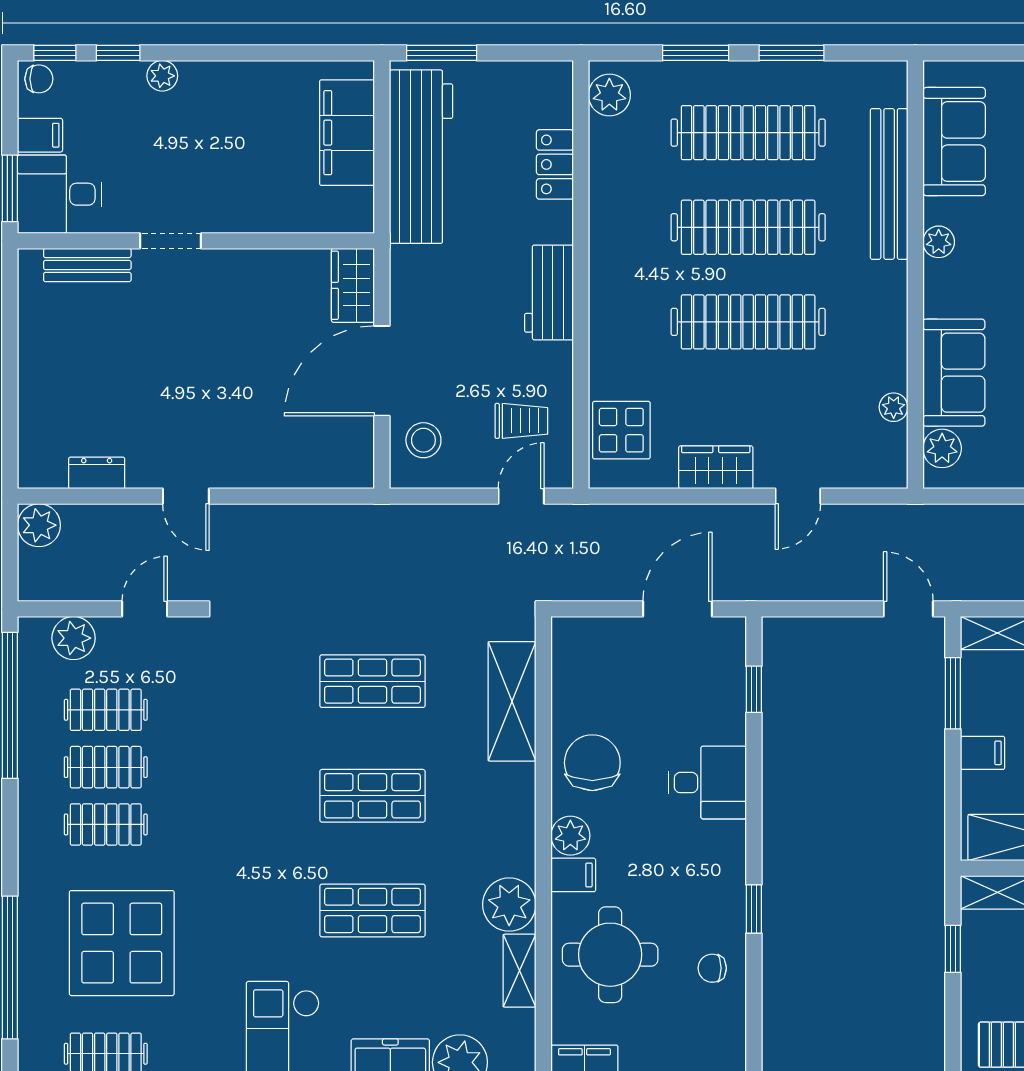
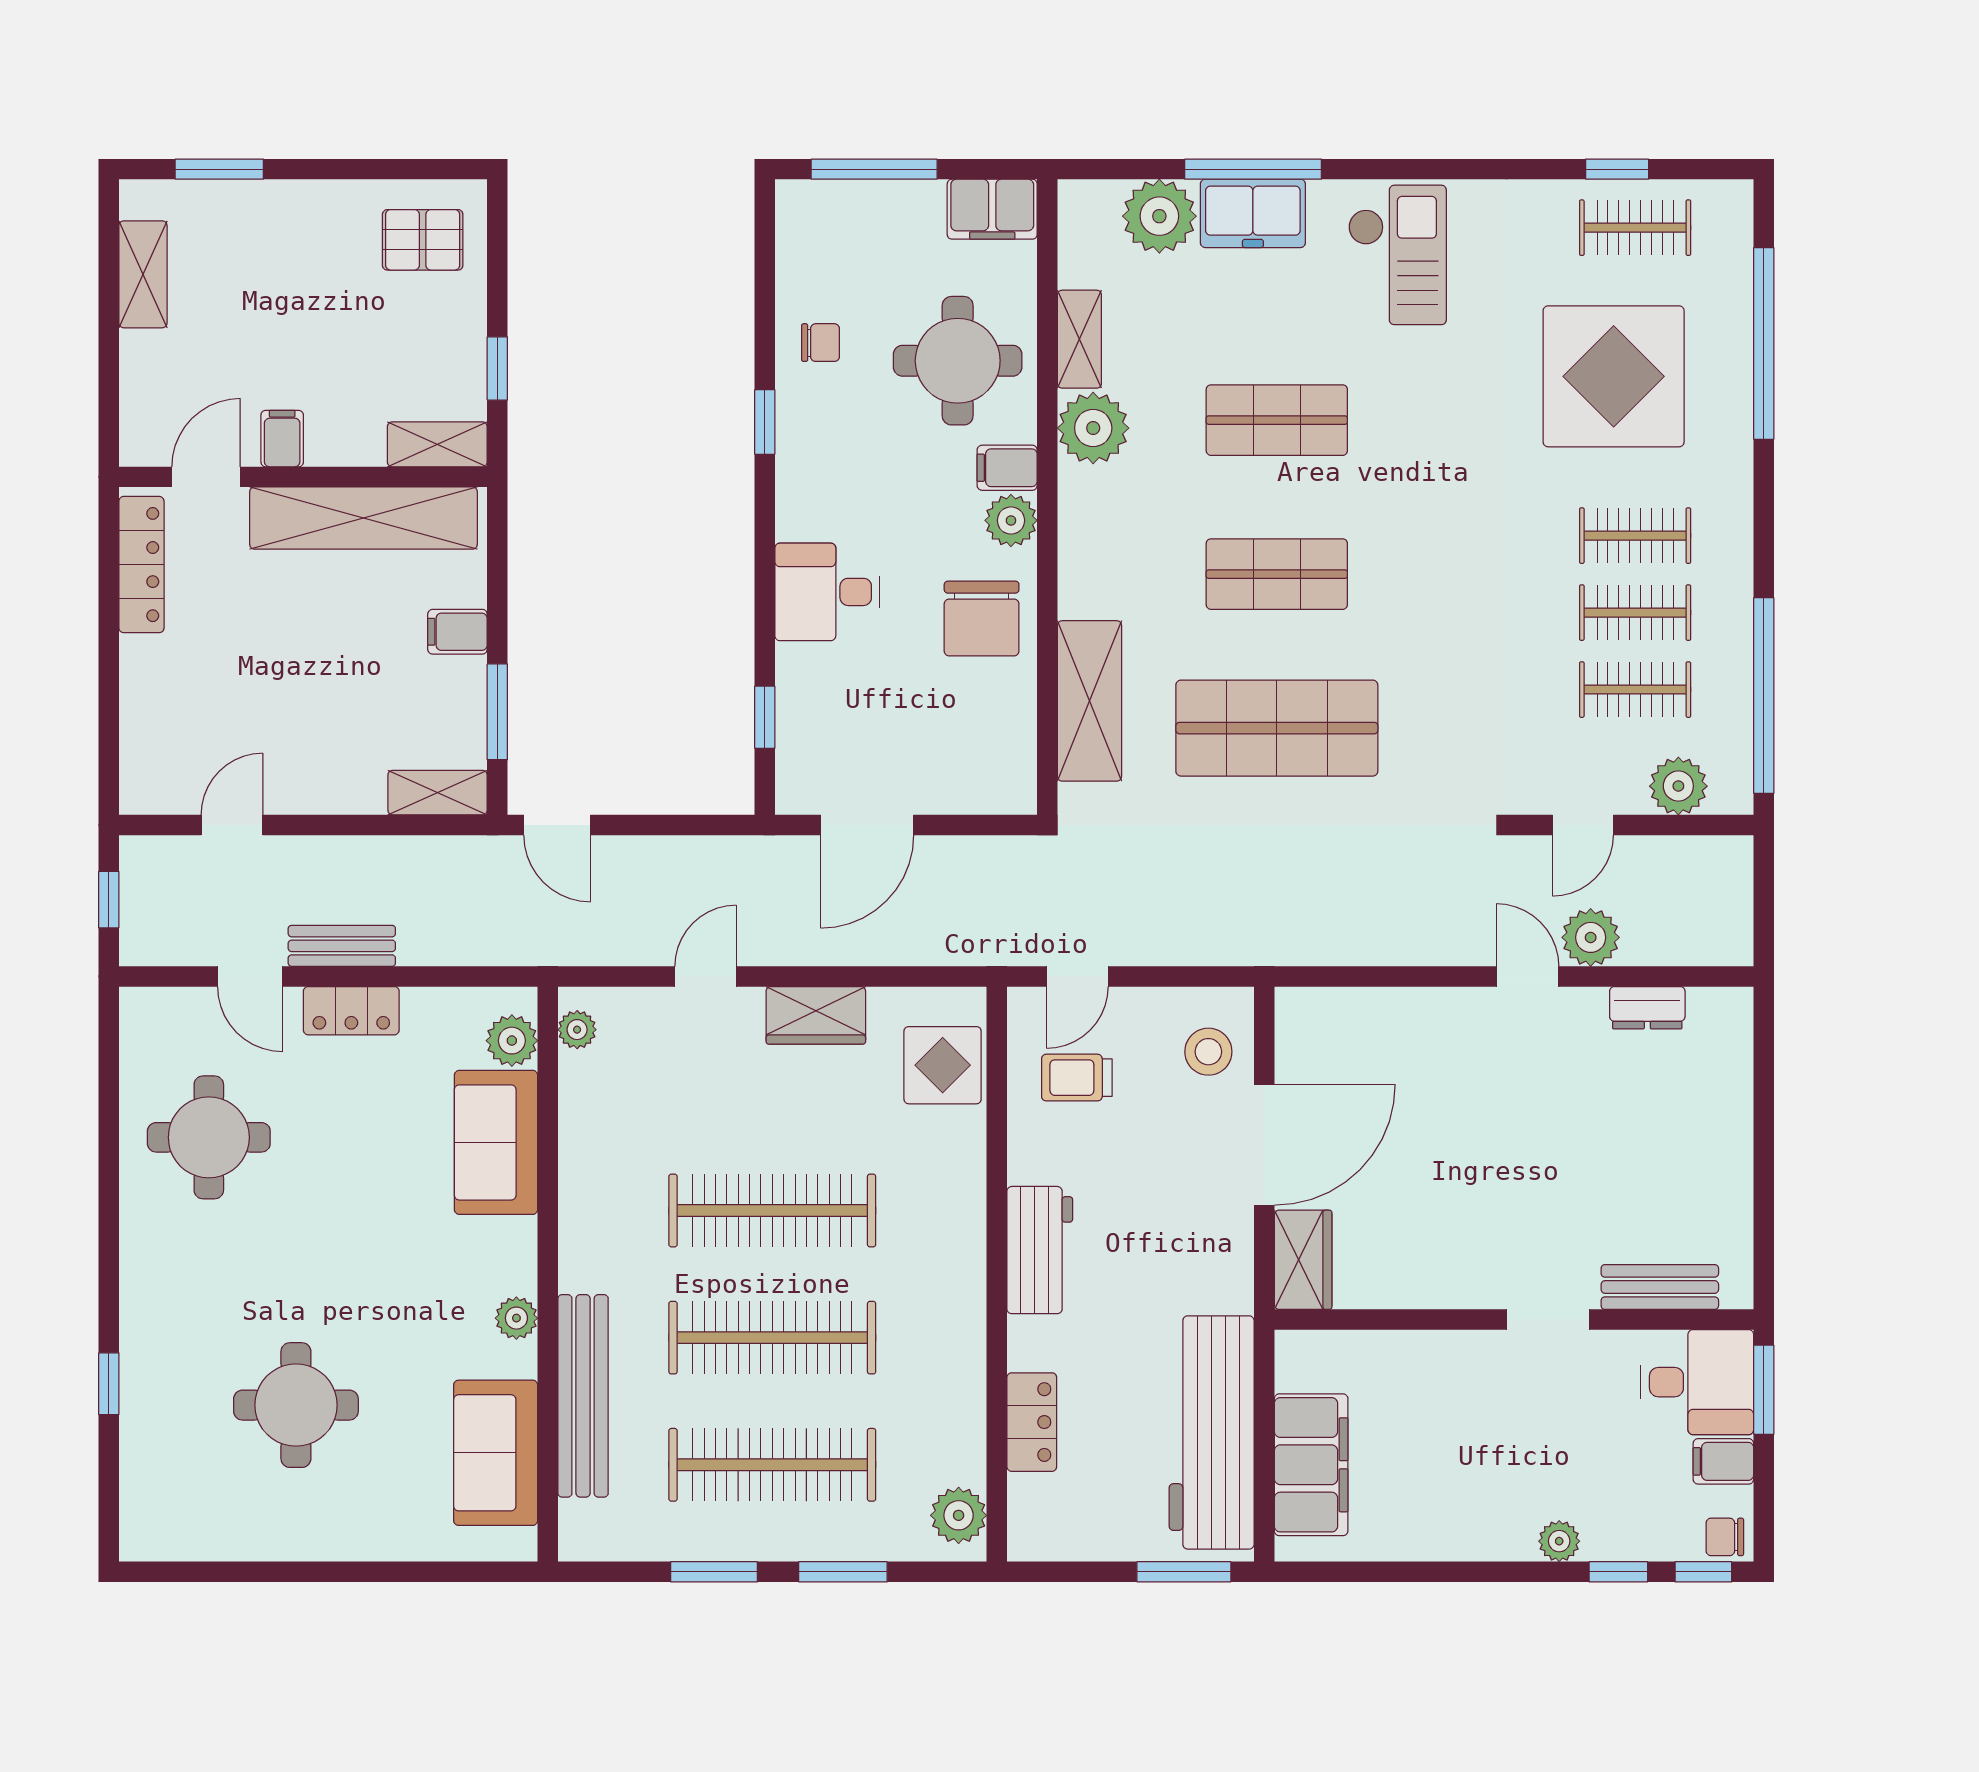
plant: (894, 407) -> (577, 1030), moved
plant: (39, 525) -> (1591, 937), moved
shop shelf: (372, 681) -> (1277, 728), width x1.43, depth x1.36

